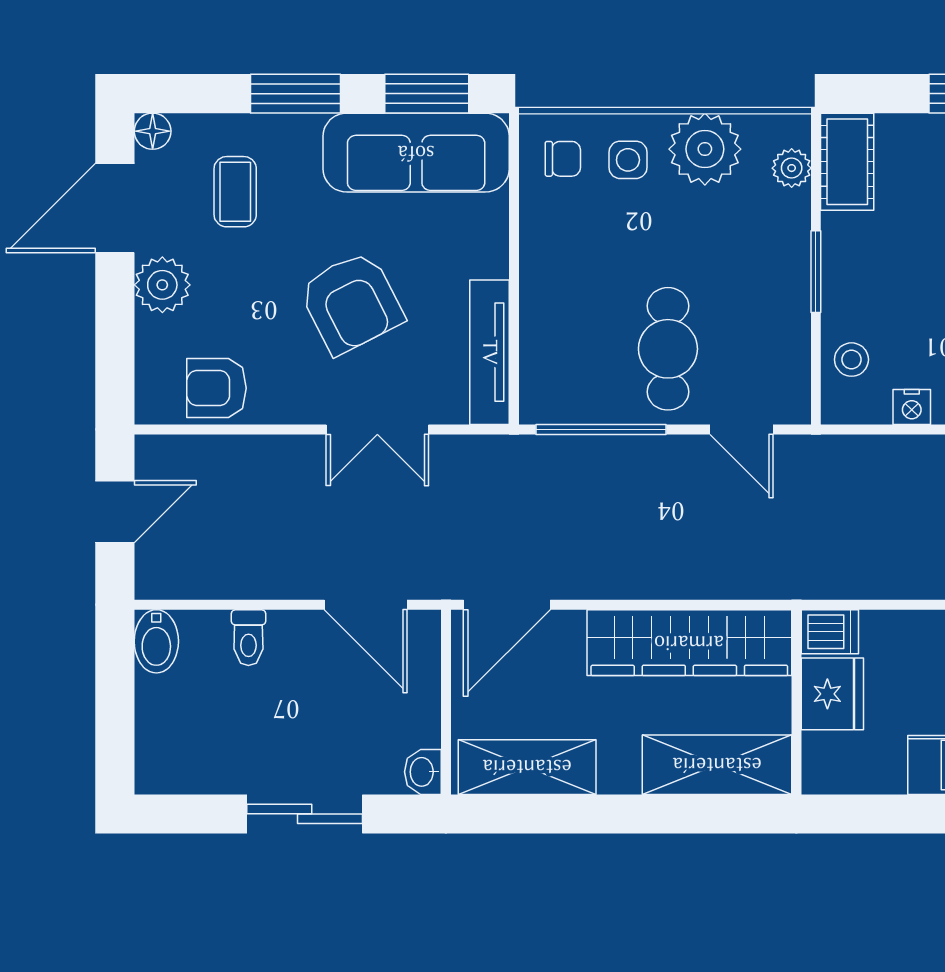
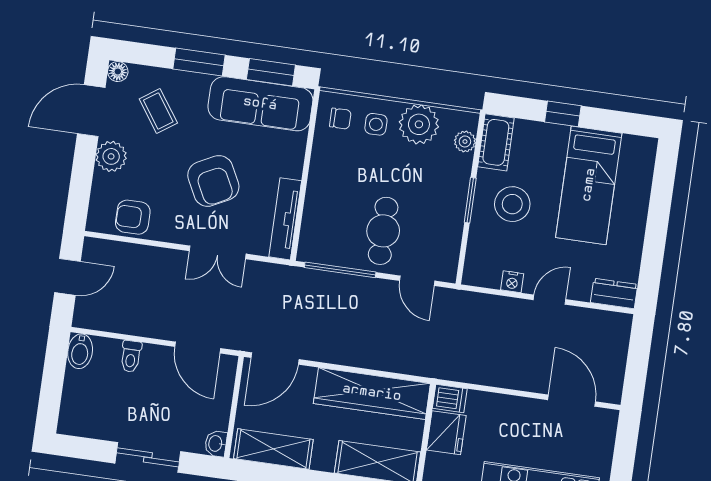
coffee table: (235, 192) -> (158, 111), turned -35
stool: (851, 360) -> (512, 204), moved, width x1.89, depth x1.89

